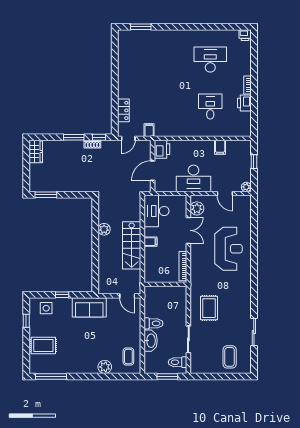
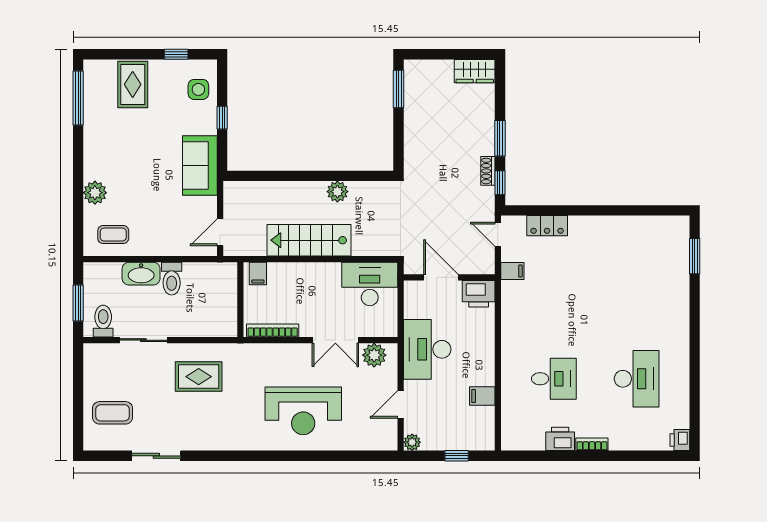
filing cabinet: (151, 242) -> (258, 273), moved

